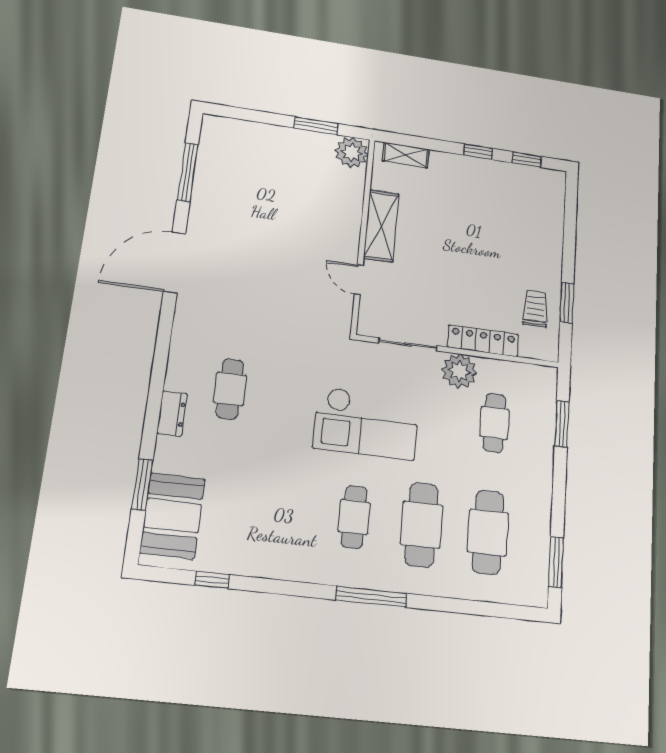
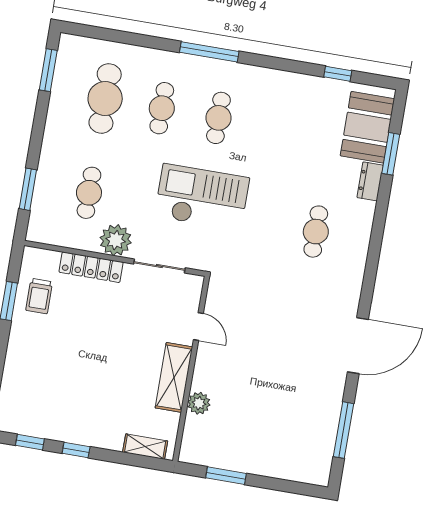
plant: (352, 152) -> (199, 403), moved, width x0.73, depth x0.73
dresser: (172, 414) -> (370, 181), moved
cafe table: (422, 525) -> (162, 108), width x0.73, depth x0.74

